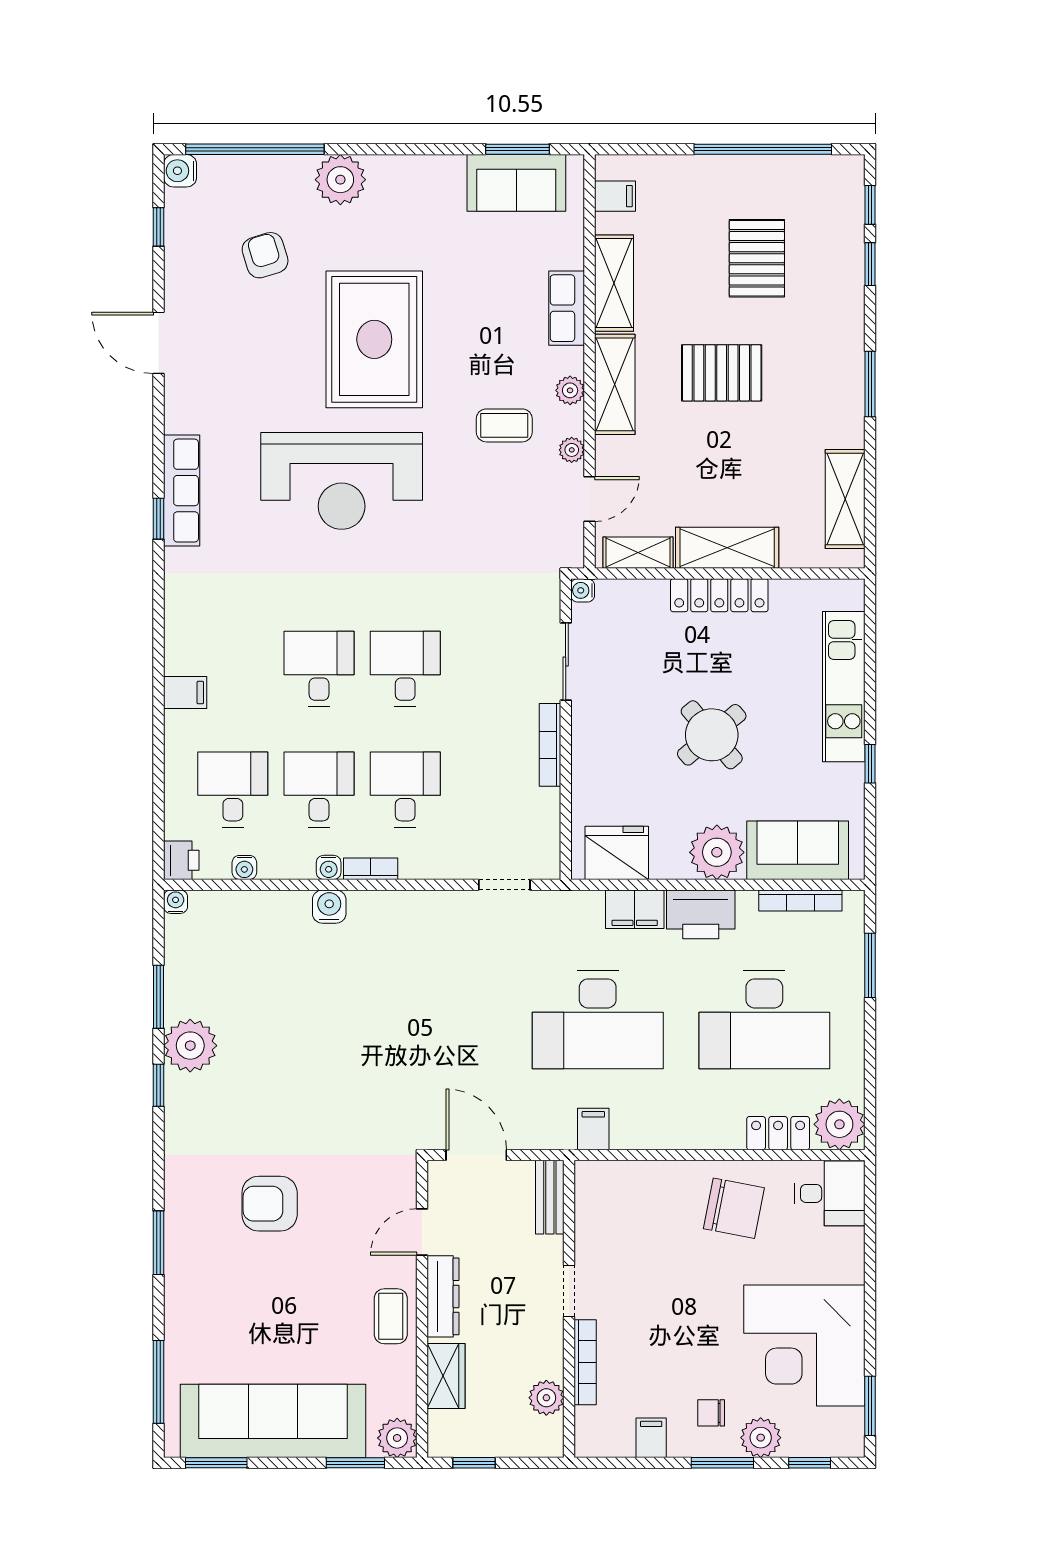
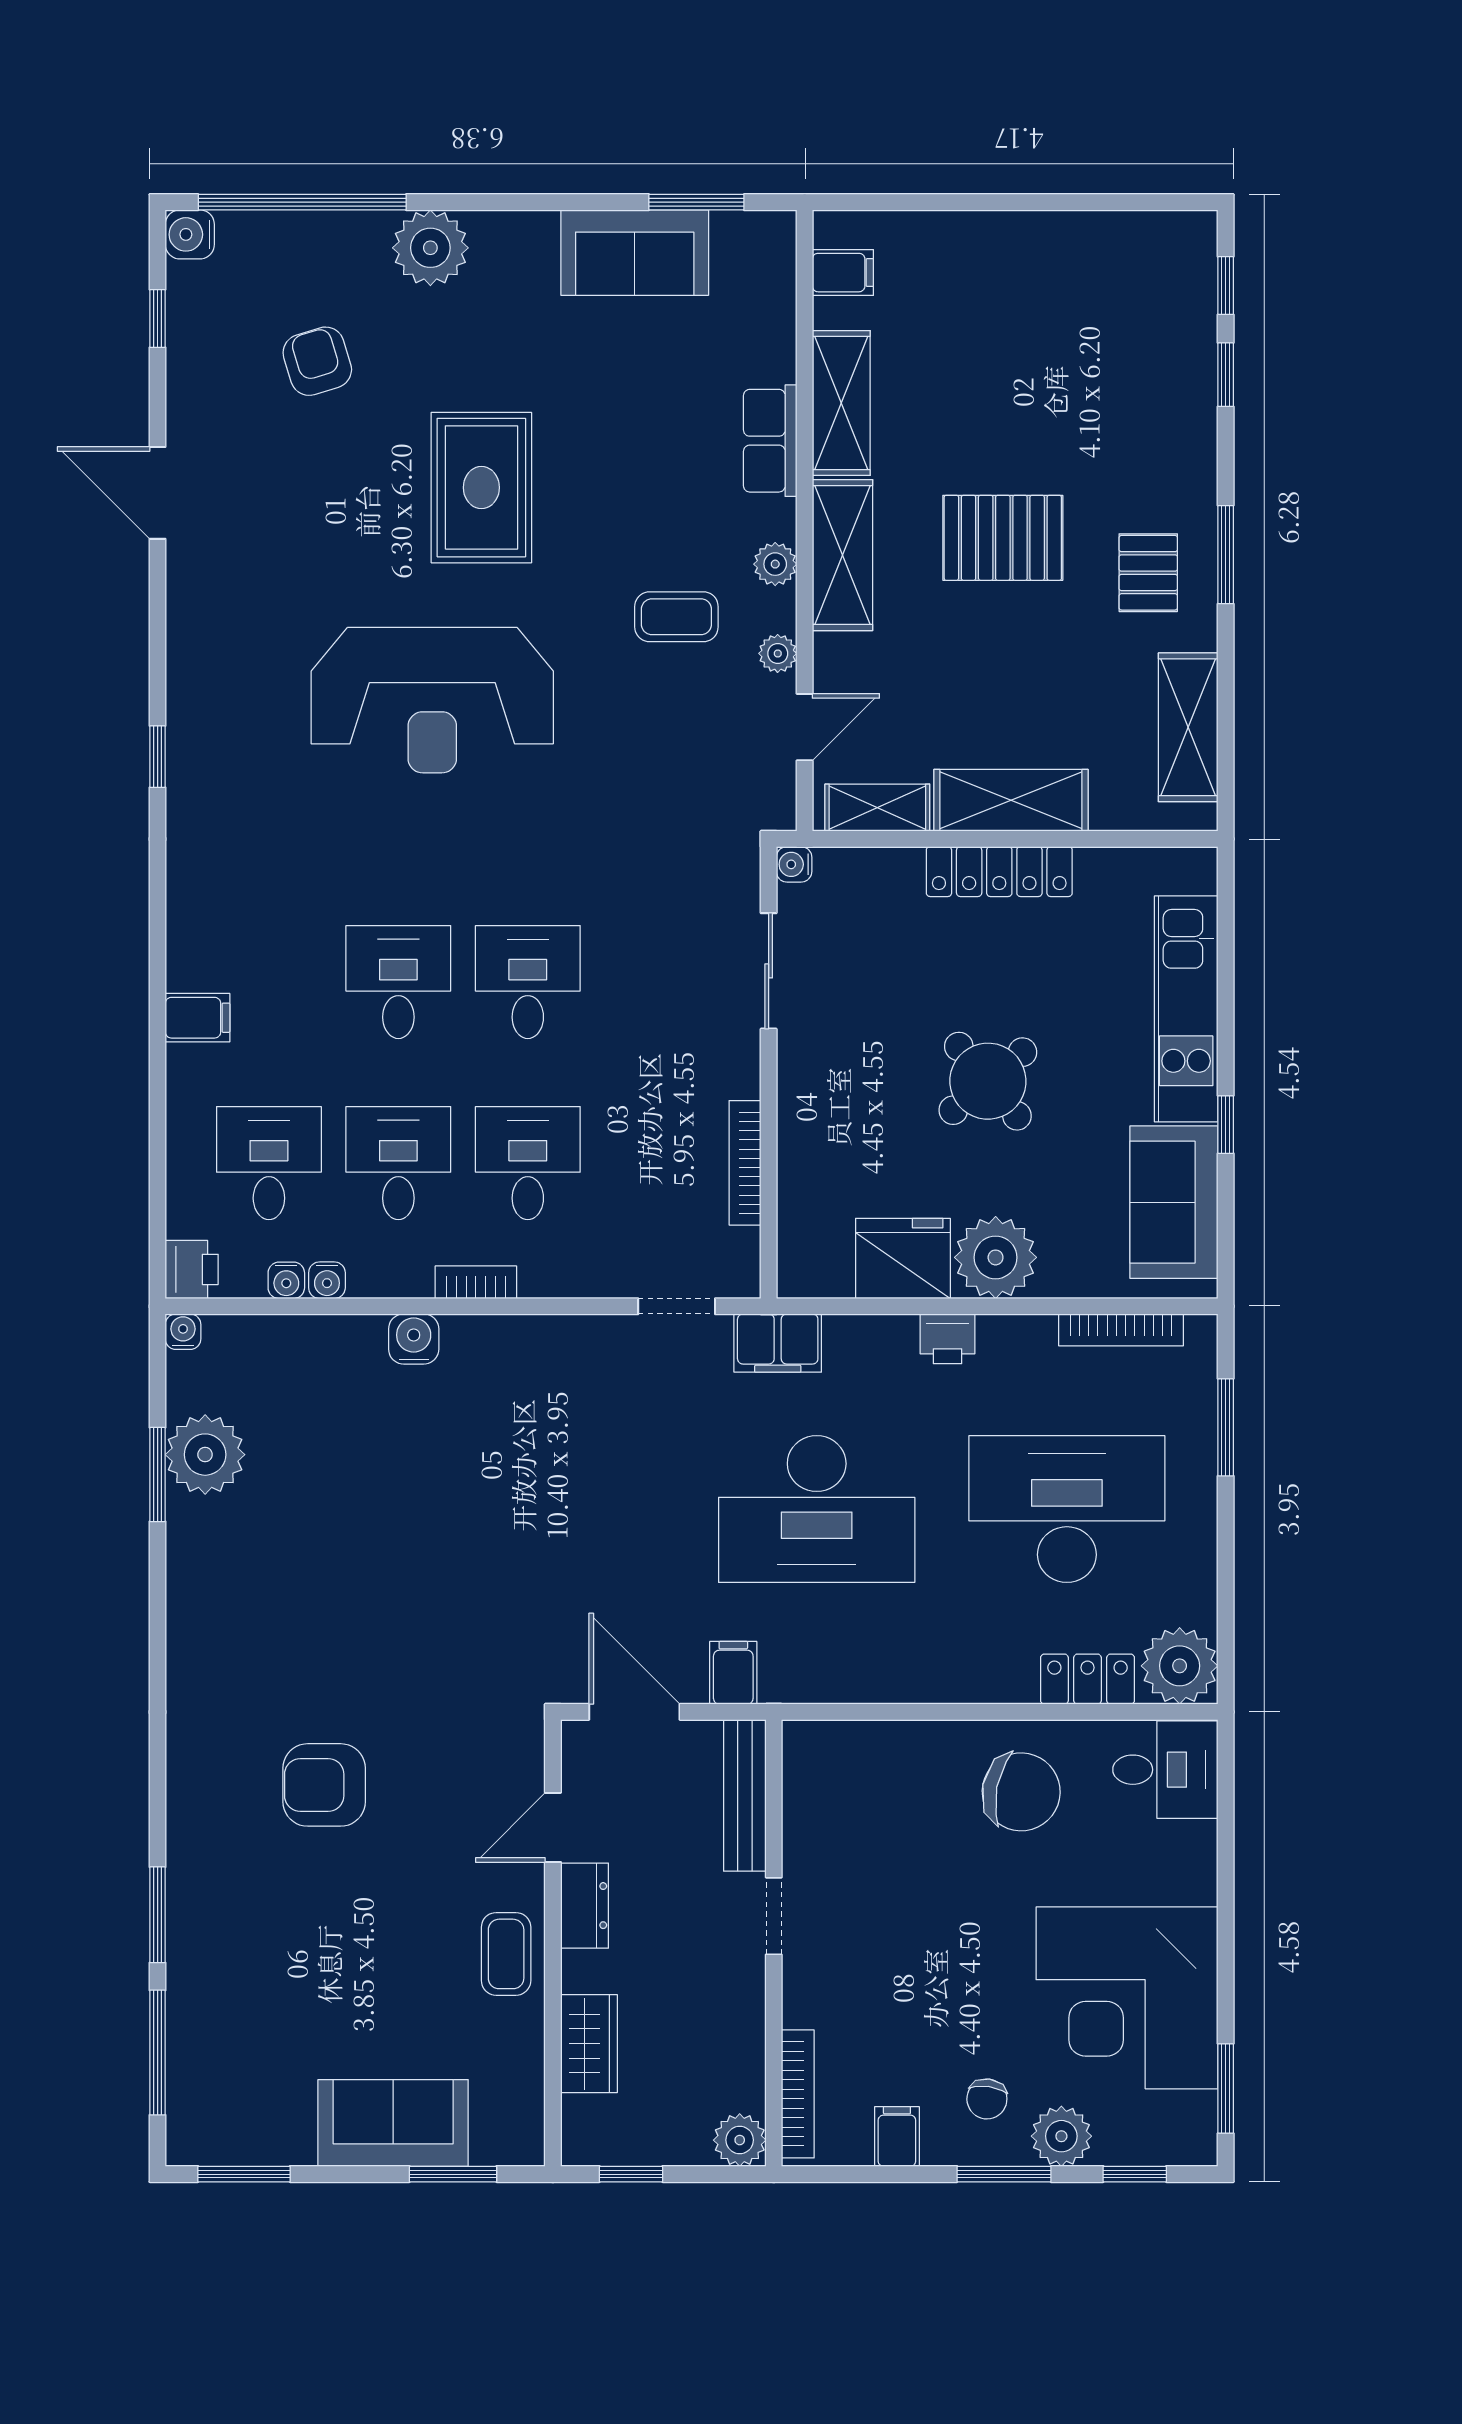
window: (763, 149) -> (1064, 202), removed
sofa: (516, 183) -> (635, 253), moved
pallet: (757, 258) -> (1148, 573), moved, width x0.67, depth x0.71
rug: (374, 339) -> (481, 488), width x0.73, depth x0.69
row of seats: (182, 491) -> (192, 715), removed
bookcase: (550, 745) -> (745, 1163), moved
sofa: (798, 850) -> (1174, 1202), moved, turned -90
fridge: (617, 853) -> (903, 1258), moved
water cooler: (329, 867) -> (327, 1280), moved
filing cabinet: (635, 909) -> (778, 1343), moved
printer: (701, 914) -> (948, 1339), width x0.53, depth x0.68
desk: (764, 1020) -> (1067, 1509), turned 180
plant: (190, 1046) -> (205, 1455), moved
window: (159, 1085) -> (158, 1607), removed
filing cabinet: (593, 1129) -> (733, 1673), moved
bench: (550, 1197) -> (745, 1795), width x1.36
window: (159, 1243) -> (158, 1915), moved
dresser: (443, 1296) -> (585, 1906), width x0.70
bookcase: (585, 1362) -> (798, 2094), moved
plant: (546, 1398) -> (740, 2140), moved
chair: (711, 1413) -> (987, 2099), turned -82
sofa: (273, 1421) -> (393, 2123), width x0.54, depth x0.79
plant: (397, 1438) -> (516, 2137), removed

